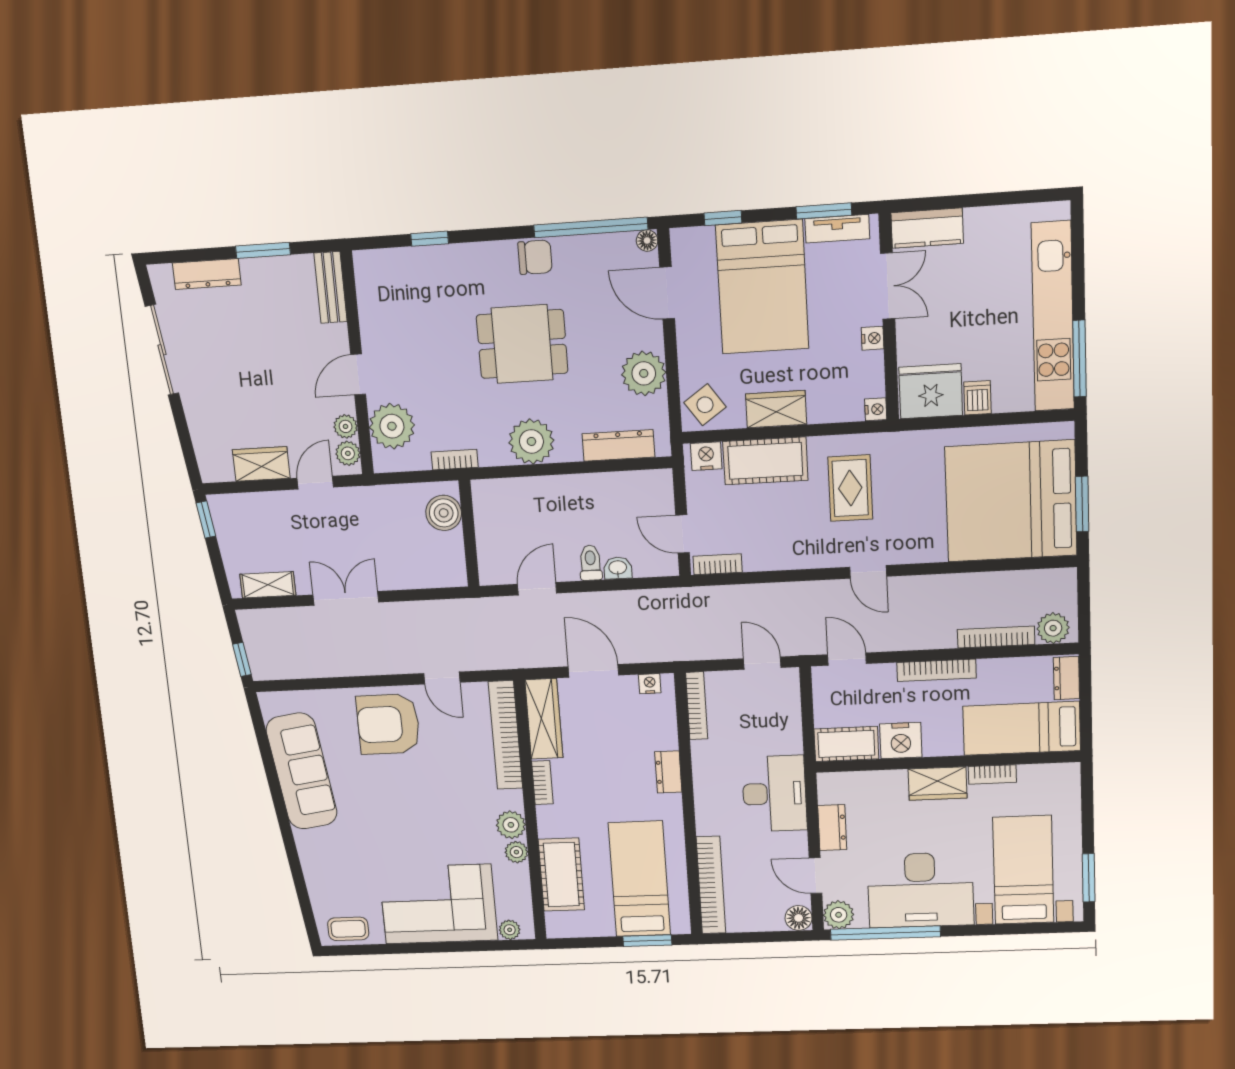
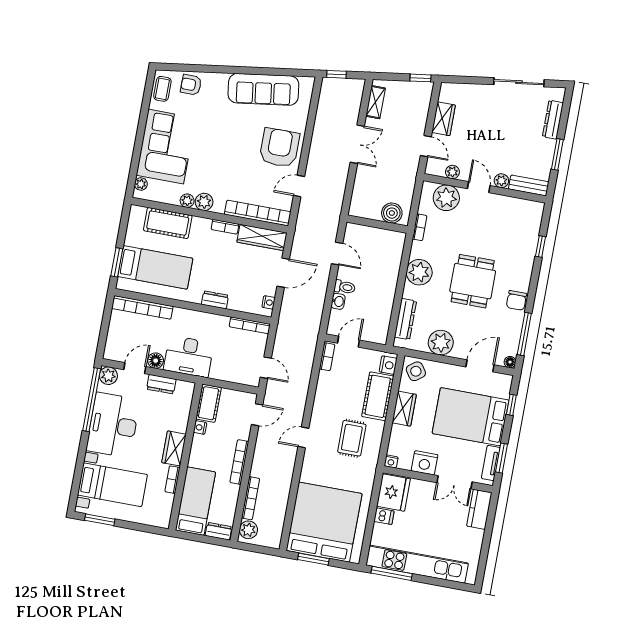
window: (591, 227) -> (524, 334), width x0.68
nightstand: (873, 338) -> (425, 463), width x1.89, depth x1.79
plant: (348, 453) -> (501, 181), moved
rug: (850, 488) -> (352, 438), turned 90
door: (762, 663) -> (266, 368), hinge flipped
nightstand: (901, 741) -> (200, 427), width x0.53, depth x0.56
armchair: (328, 886) -> (191, 85), added
floor lamp: (799, 918) -> (156, 361), moved

